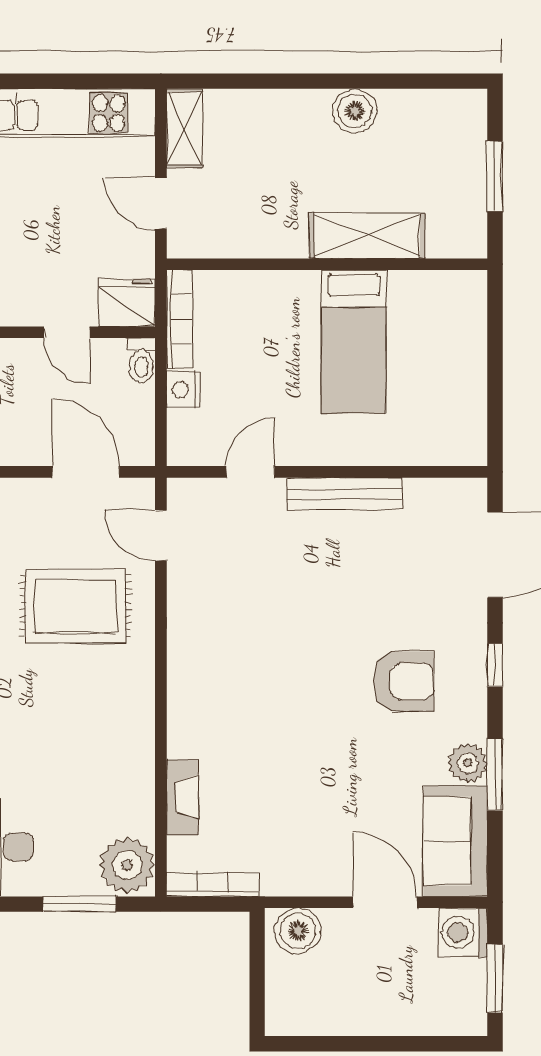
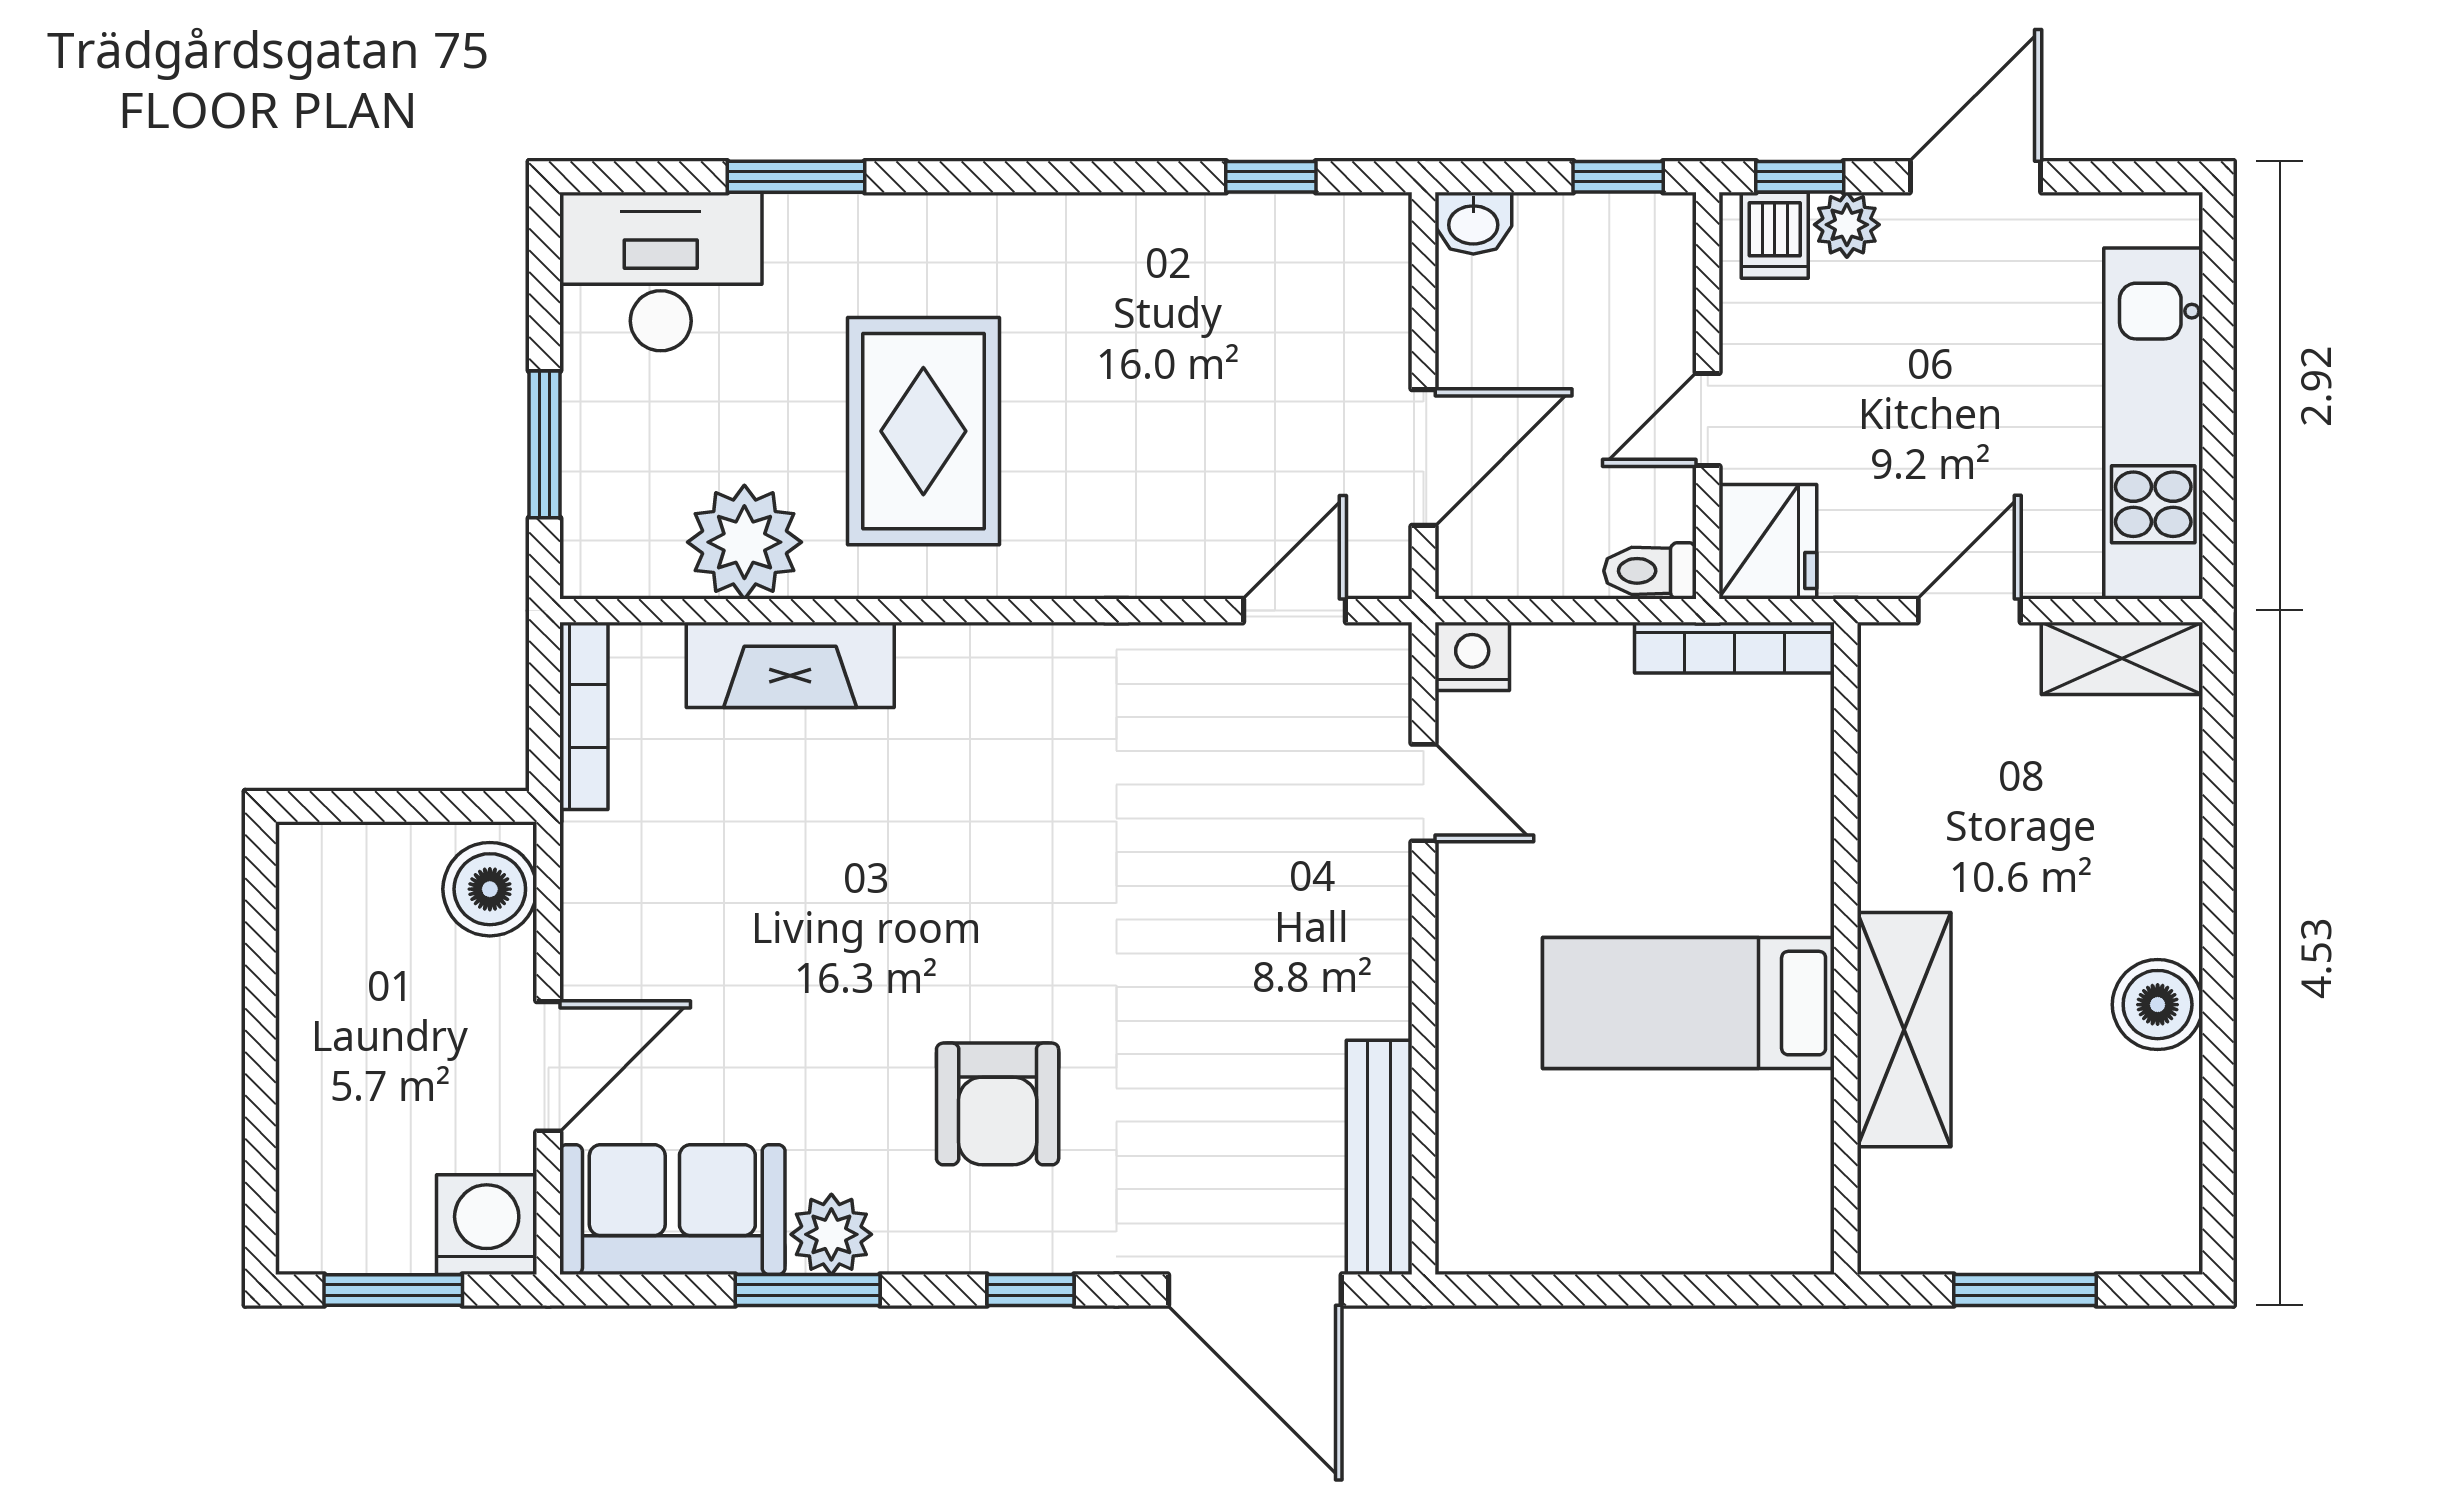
nightstand: (183, 389) -> (1472, 656), moved
bench: (345, 494) -> (1379, 1157), moved
rug: (75, 606) -> (923, 431), moved
fireplace: (183, 797) -> (790, 665), width x1.37, depth x1.32
plant: (127, 865) -> (744, 542), moved

